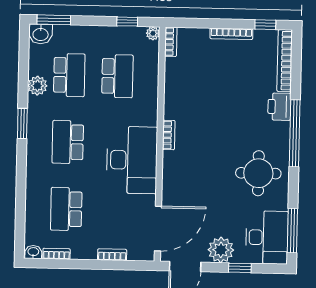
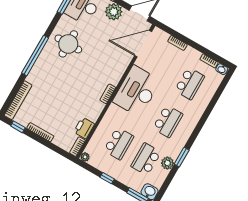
window: (127, 22) -> (107, 178), moved
school desk: (117, 76) -> (119, 144), turned 180
printer: (279, 107) -> (84, 128), moved, turned 180
window: (22, 124) -> (182, 157), moved

